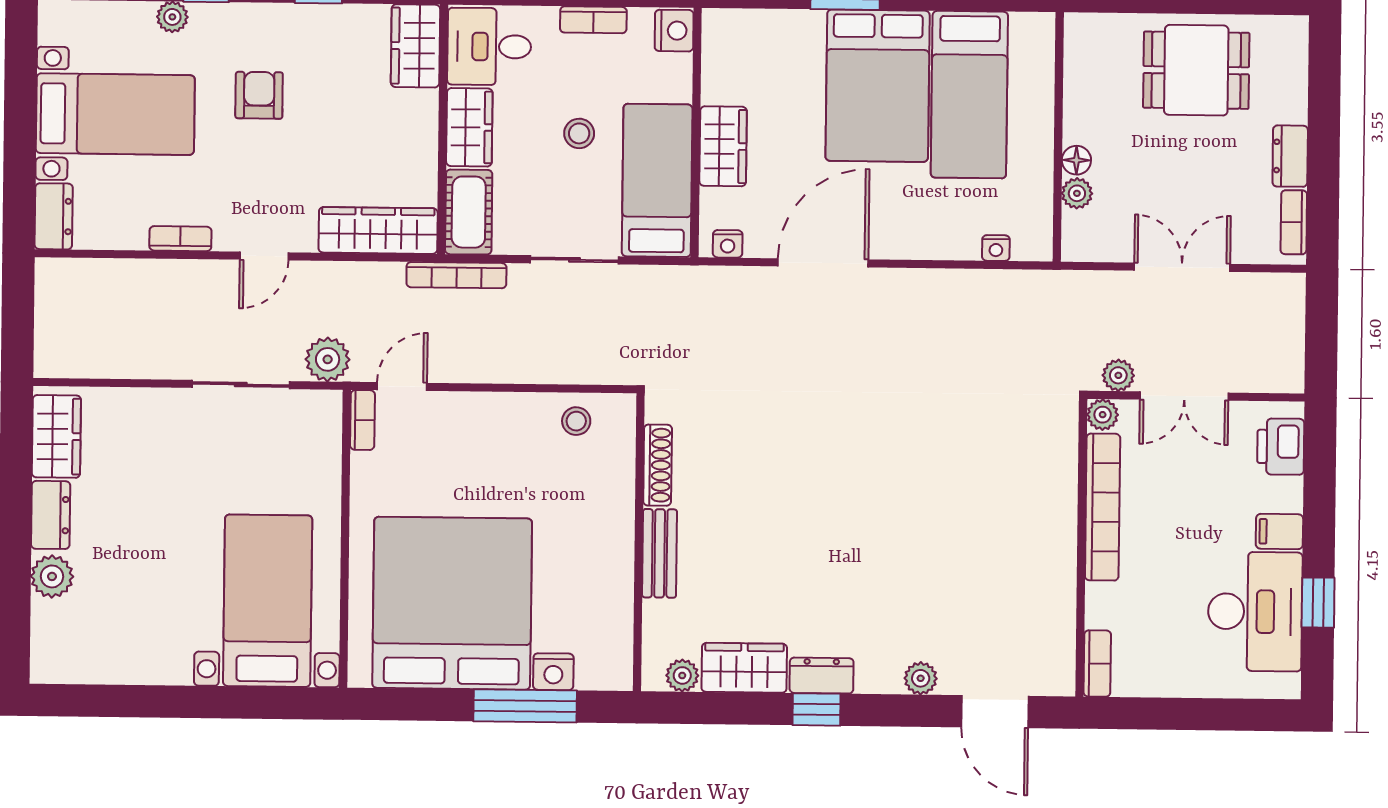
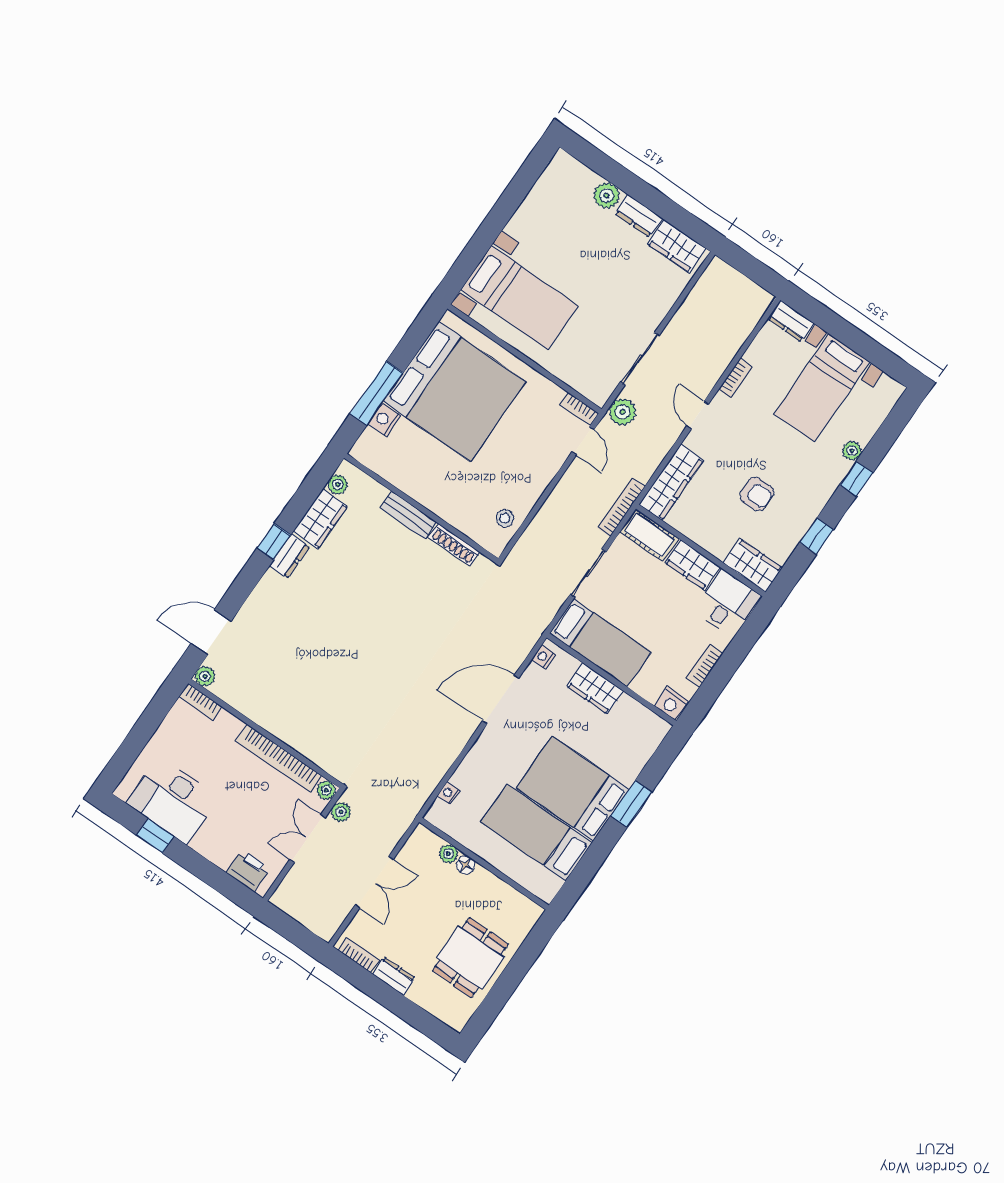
armchair: (259, 95) -> (757, 494), moved
stool: (579, 133) -> (651, 619), removed
door: (823, 263) -> (501, 699), swing flipped
filing cabinet: (1279, 531) -> (205, 841), removed
plant: (921, 678) -> (205, 676), moved

